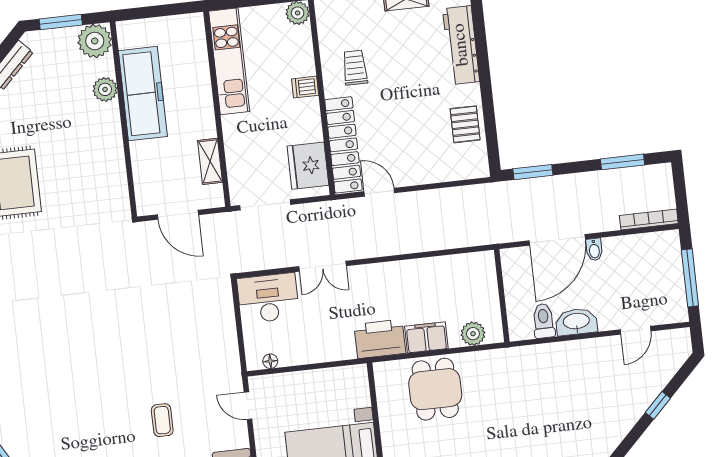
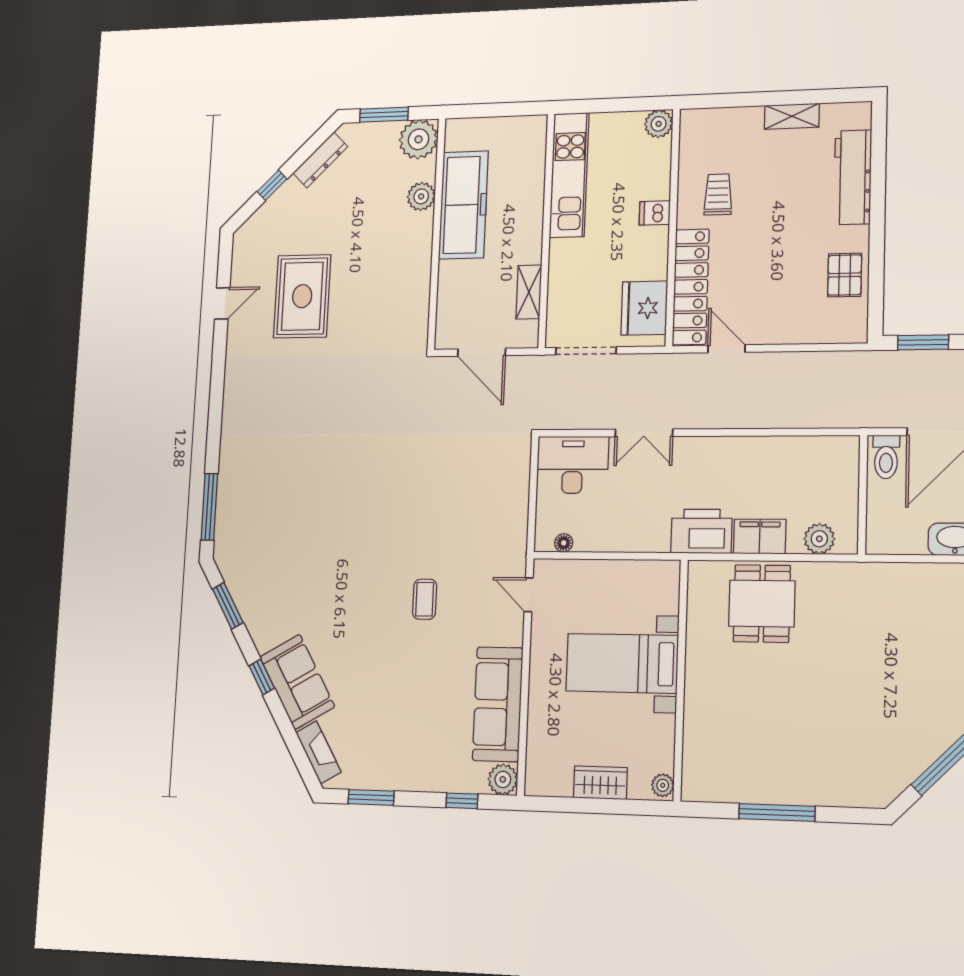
toilet: (544, 321) -> (886, 457), moved, turned 180

